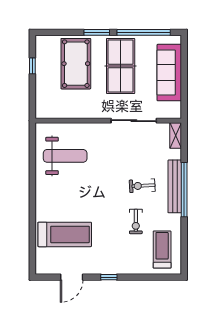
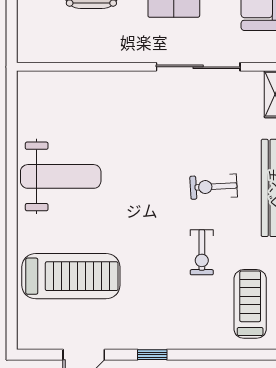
weight bench: (65, 156) -> (61, 176), moved

